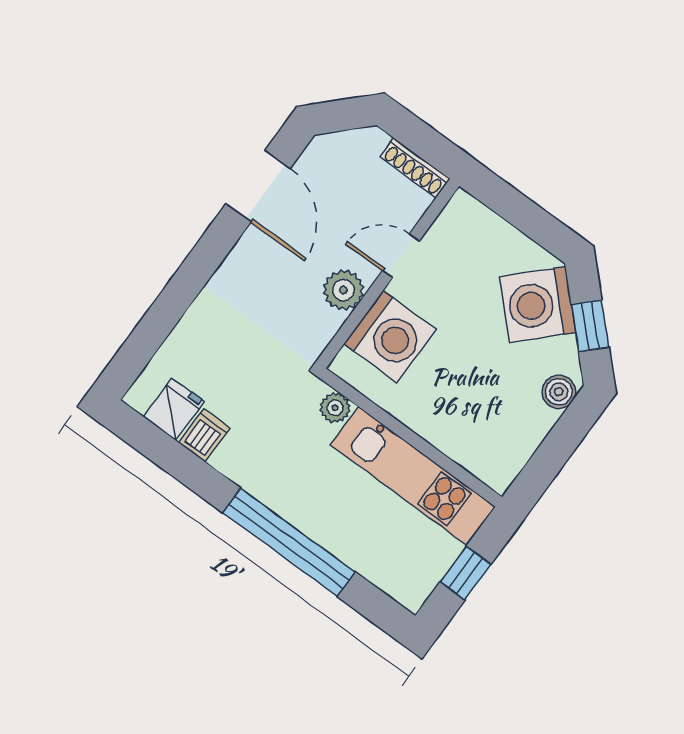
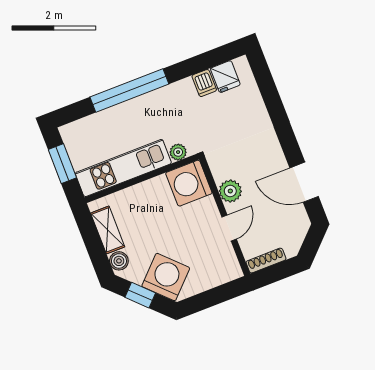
washing machine: (390, 336) -> (189, 183), moved
shelving: (523, 439) -> (108, 230), added
window: (466, 573) -> (62, 164), width x1.50

